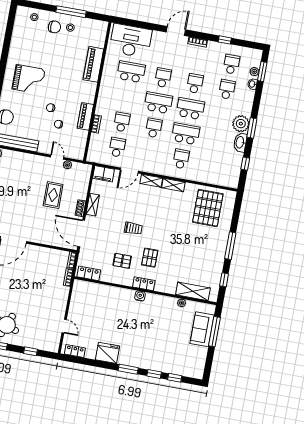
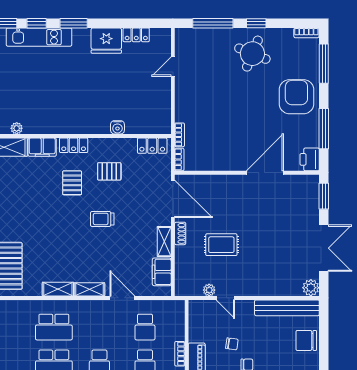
school desk: (181, 159) -> (54, 327), width x1.85
door: (129, 170) -> (122, 298), hinge flipped
filing cabinet: (103, 174) -> (162, 272), moved, turned -90
rug: (53, 195) -> (221, 245), turned 90
filing cabinet: (166, 286) -> (42, 147), added
water cooler: (140, 296) -> (117, 127), moved
door: (64, 326) -> (173, 67), hinge flipped
window: (30, 351) -> (213, 23), width x2.17
locker: (75, 351) -> (136, 35), moved
kitchen unit: (154, 364) -> (39, 37), added

